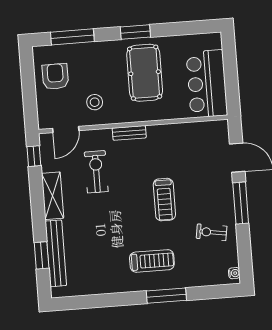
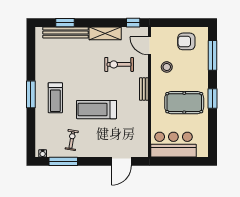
armchair: (55, 76) -> (186, 41), turned 180
exercise bike: (96, 172) -> (119, 64), turned 180
treadmill: (164, 200) -> (97, 110), width x1.37, depth x1.38
window: (241, 203) -> (63, 161), moved
window: (166, 296) -> (31, 94), moved

